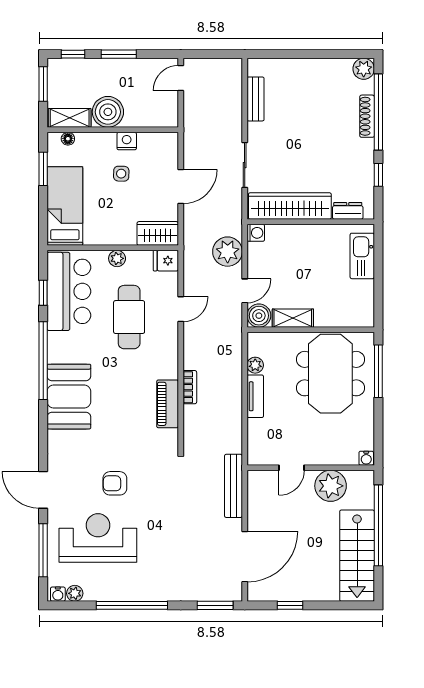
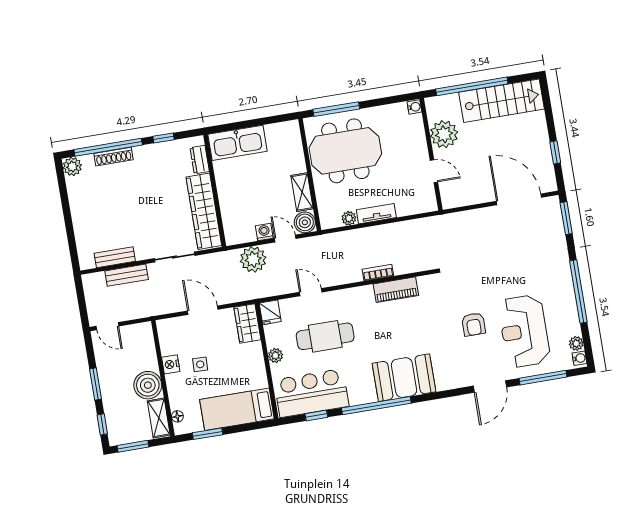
washing machine: (256, 233) -> (264, 232), moved
kitchen sink: (362, 256) -> (238, 143), width x1.36, depth x1.24
bench: (233, 486) -> (127, 275), moved, width x0.73

